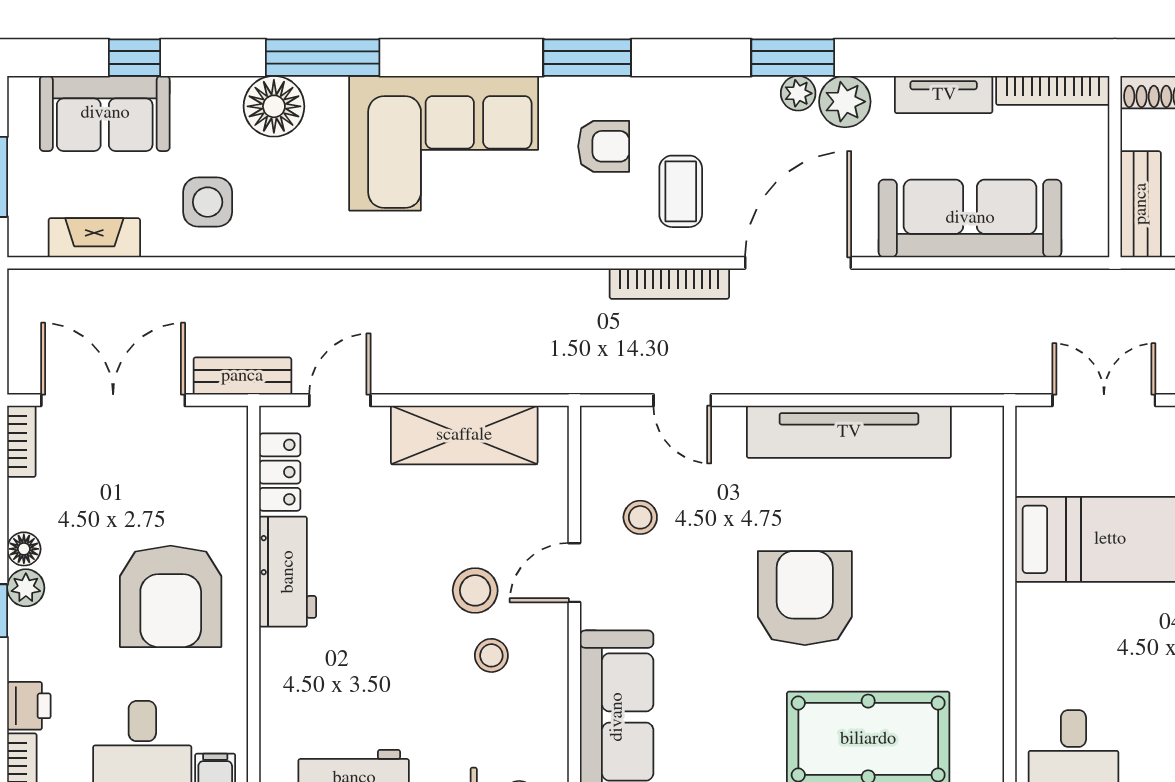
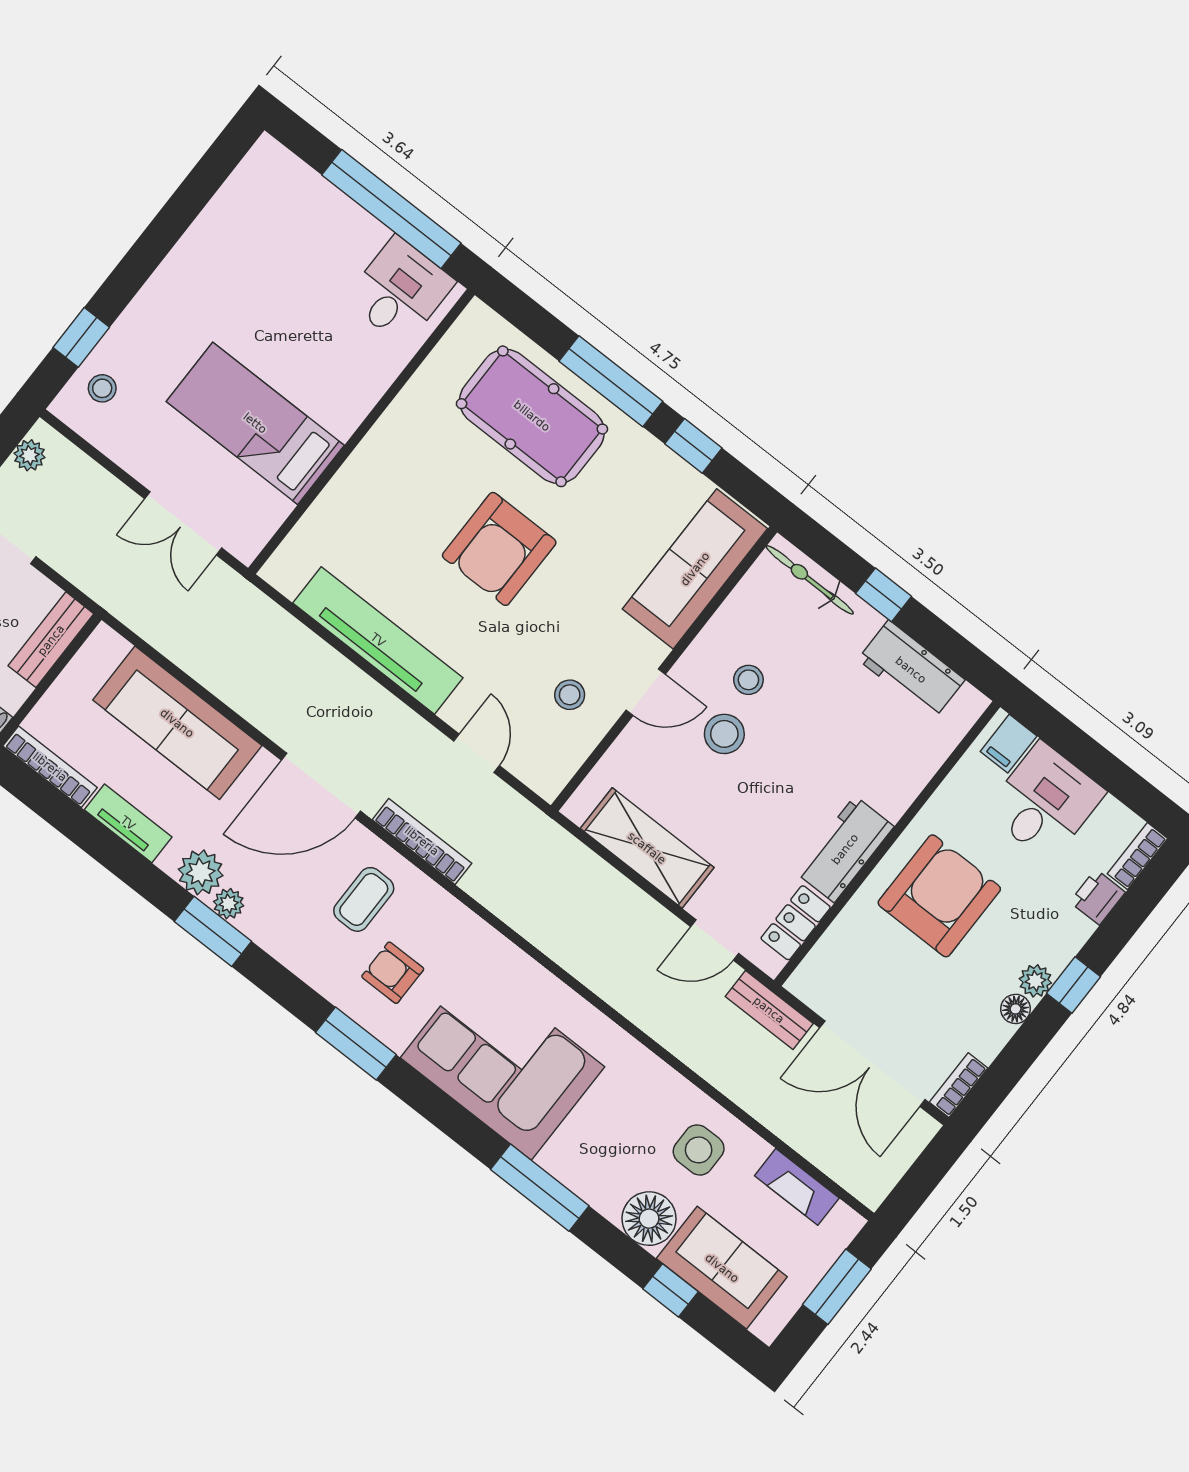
floor lamp: (274, 106) -> (649, 1219), moved

